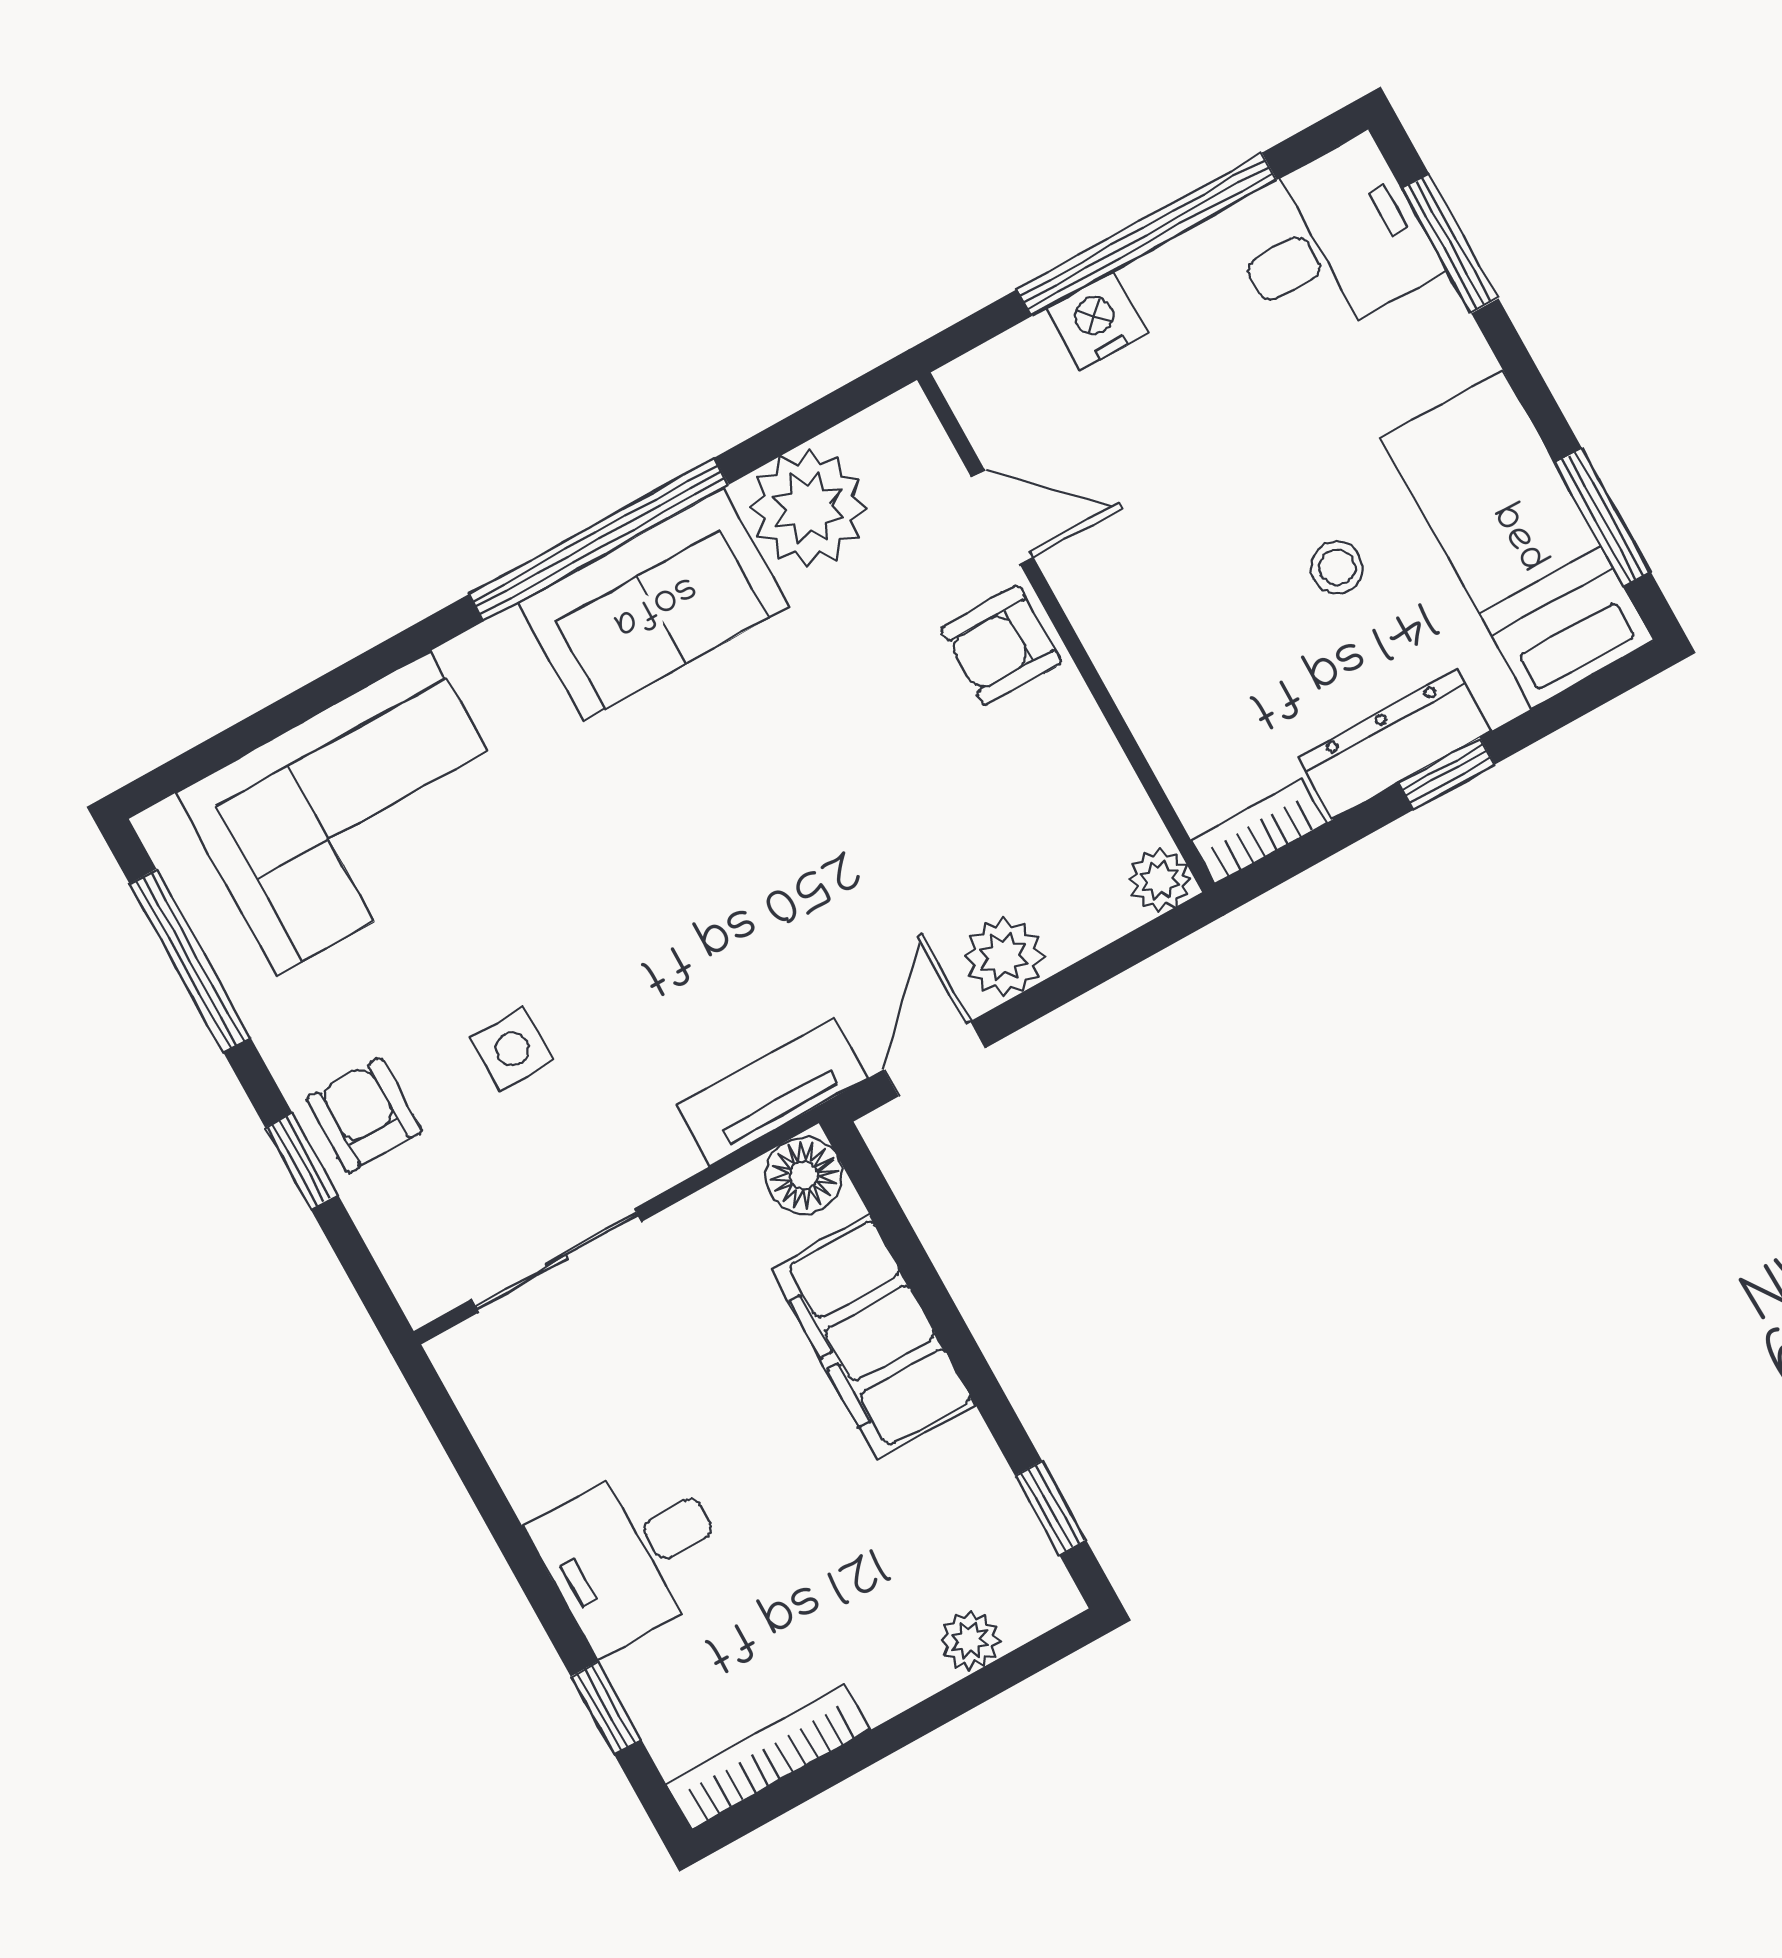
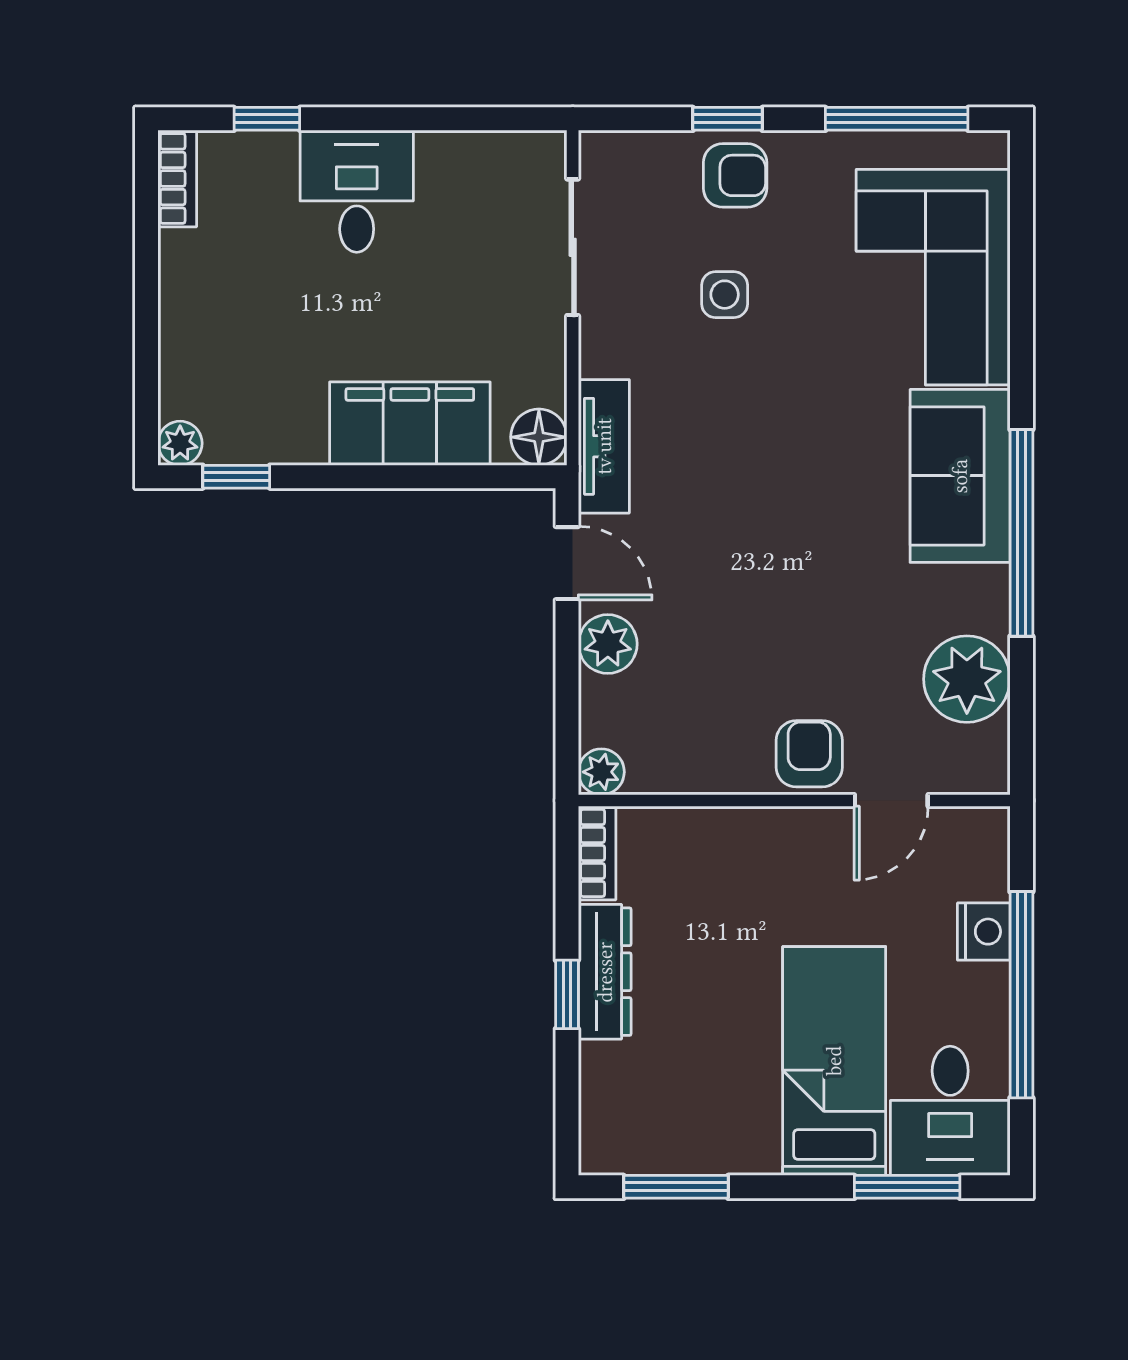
bed: (1517, 539) -> (834, 1061), moved, turned -90
stool: (1337, 567) -> (739, 998), removed
sofa: (654, 604) -> (960, 476), moved
plant: (970, 1640) -> (180, 443), moved
bookcase: (768, 1757) -> (177, 178), width x0.64

